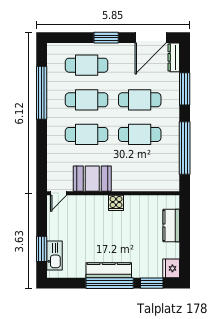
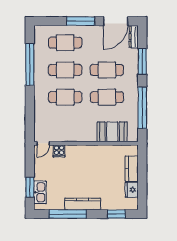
window: (106, 38) -> (81, 21), width x1.44
booth: (92, 179) -> (112, 132), moved
cooker: (116, 203) -> (59, 151), moved
fridge: (171, 268) -> (132, 190), moved
window: (110, 283) -> (68, 214), moved

